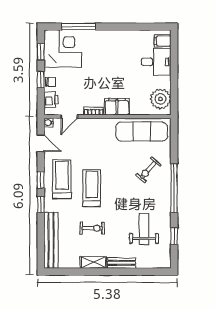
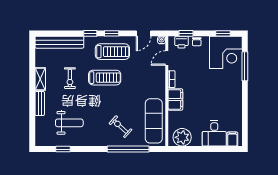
window: (41, 79) -> (186, 33), moved
door: (69, 117) -> (167, 58), hinge flipped
window: (174, 188) -> (128, 149), moved

